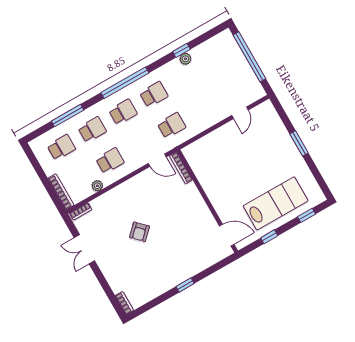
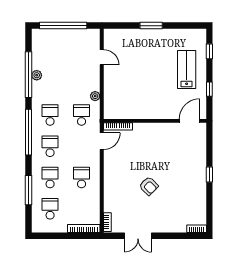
window: (181, 50) -> (29, 75), width x3.17
plant: (97, 186) -> (95, 96), moved
lab bench: (276, 203) -> (187, 70), width x0.73, depth x0.72

